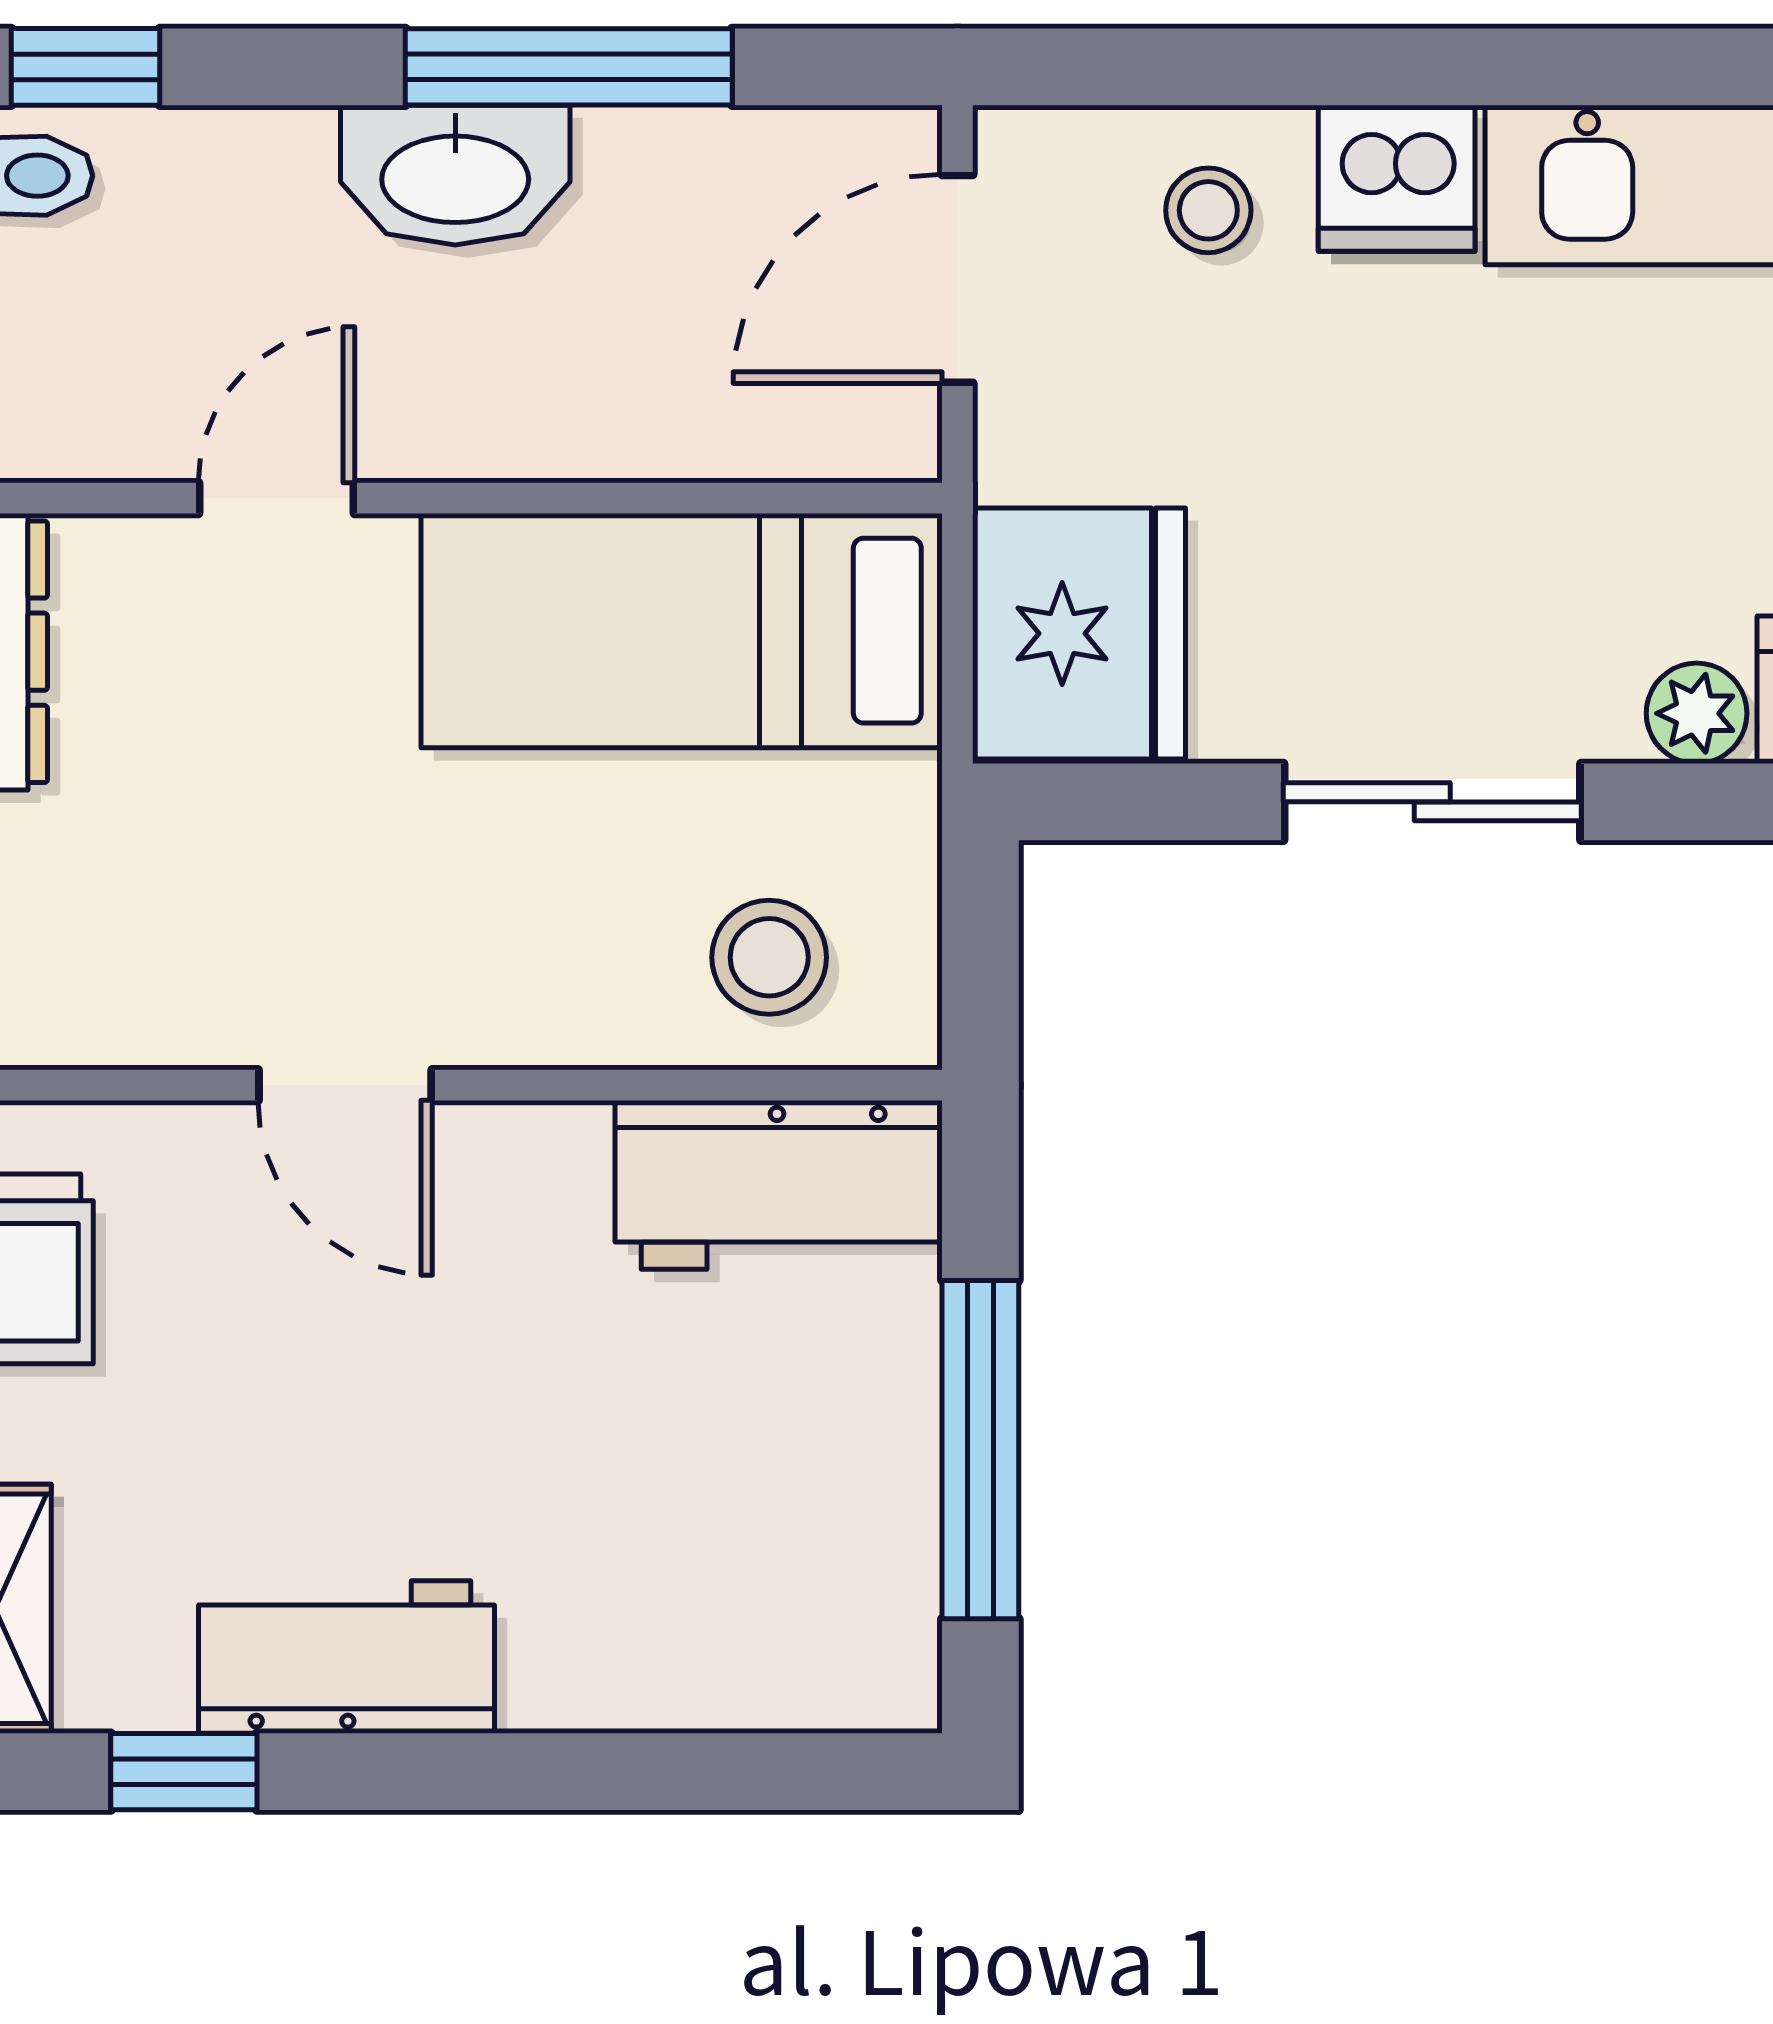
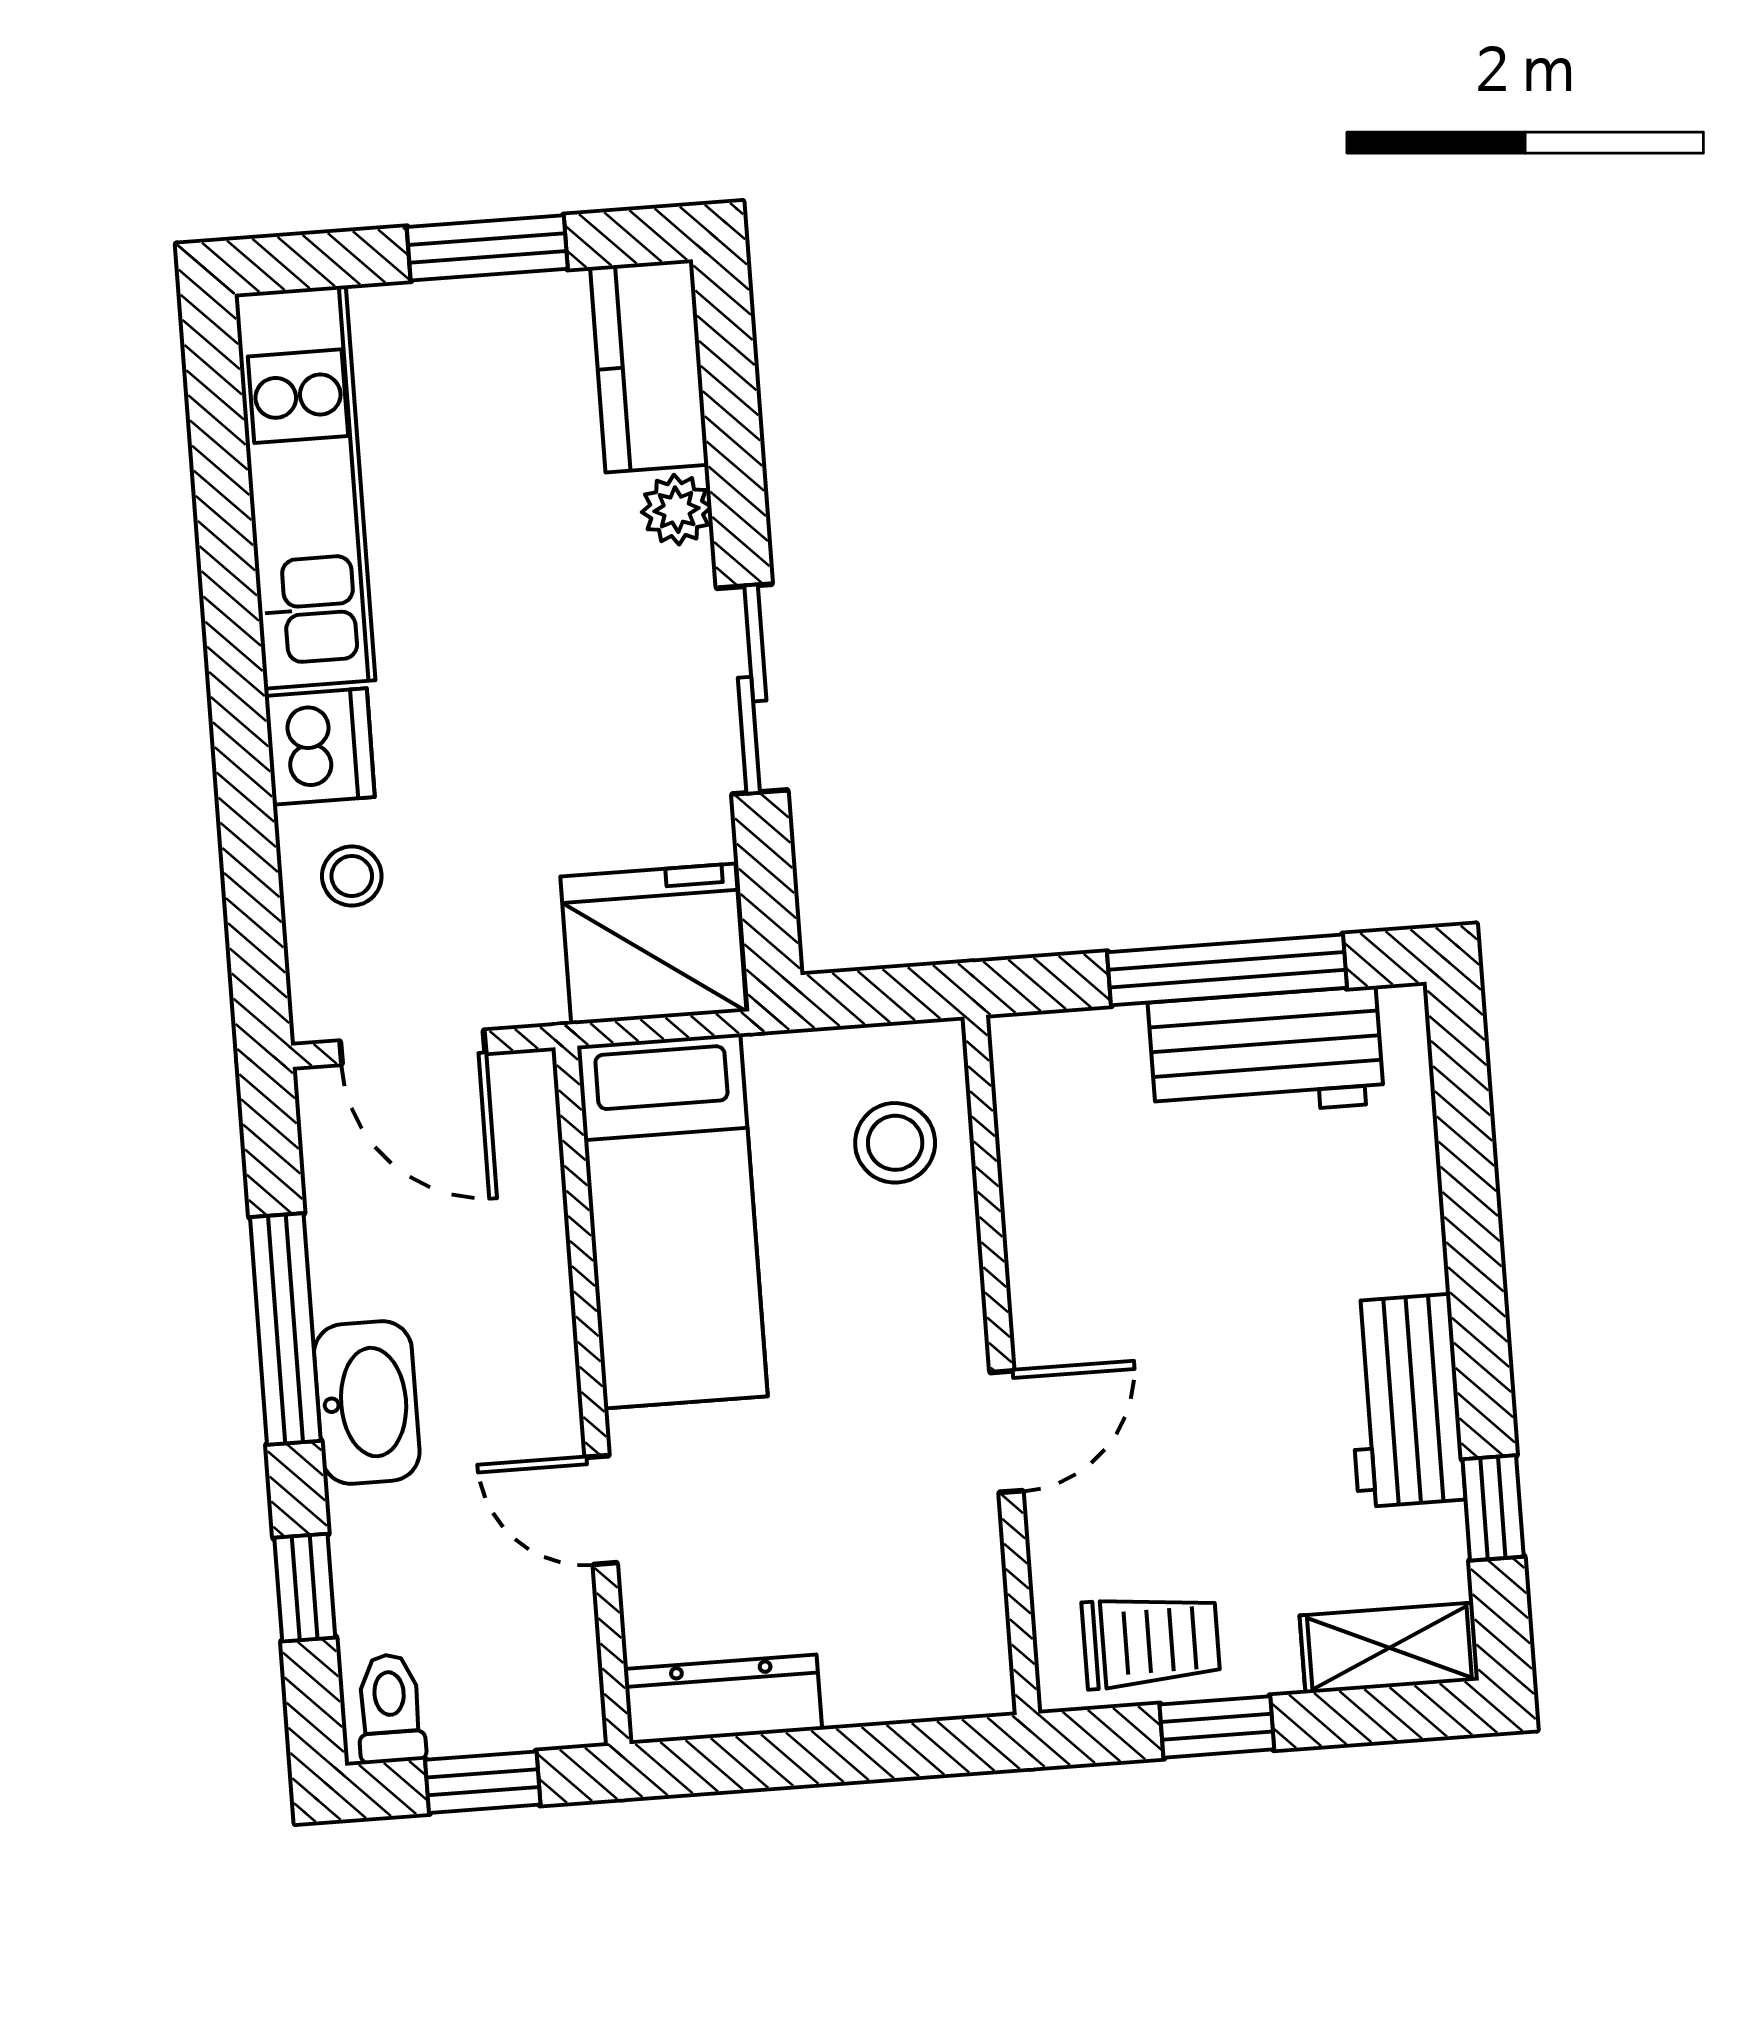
window: (85, 67) -> (305, 1588), moved
workbench: (779, 1185) -> (1266, 1053), moved, turned 90

